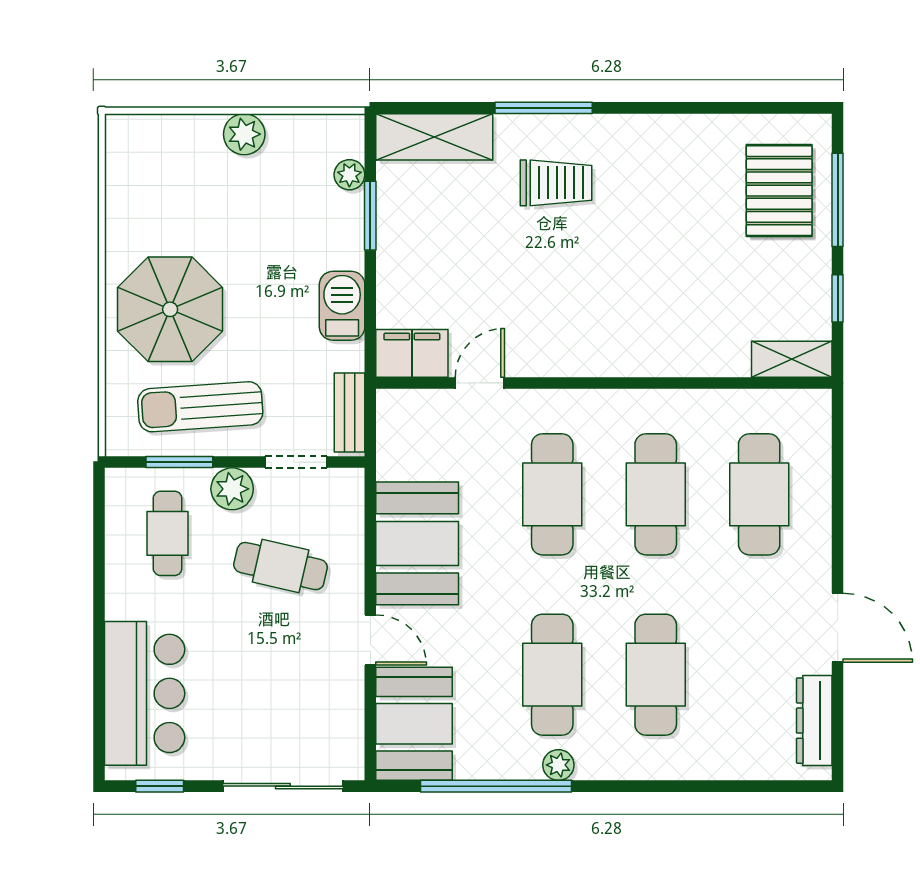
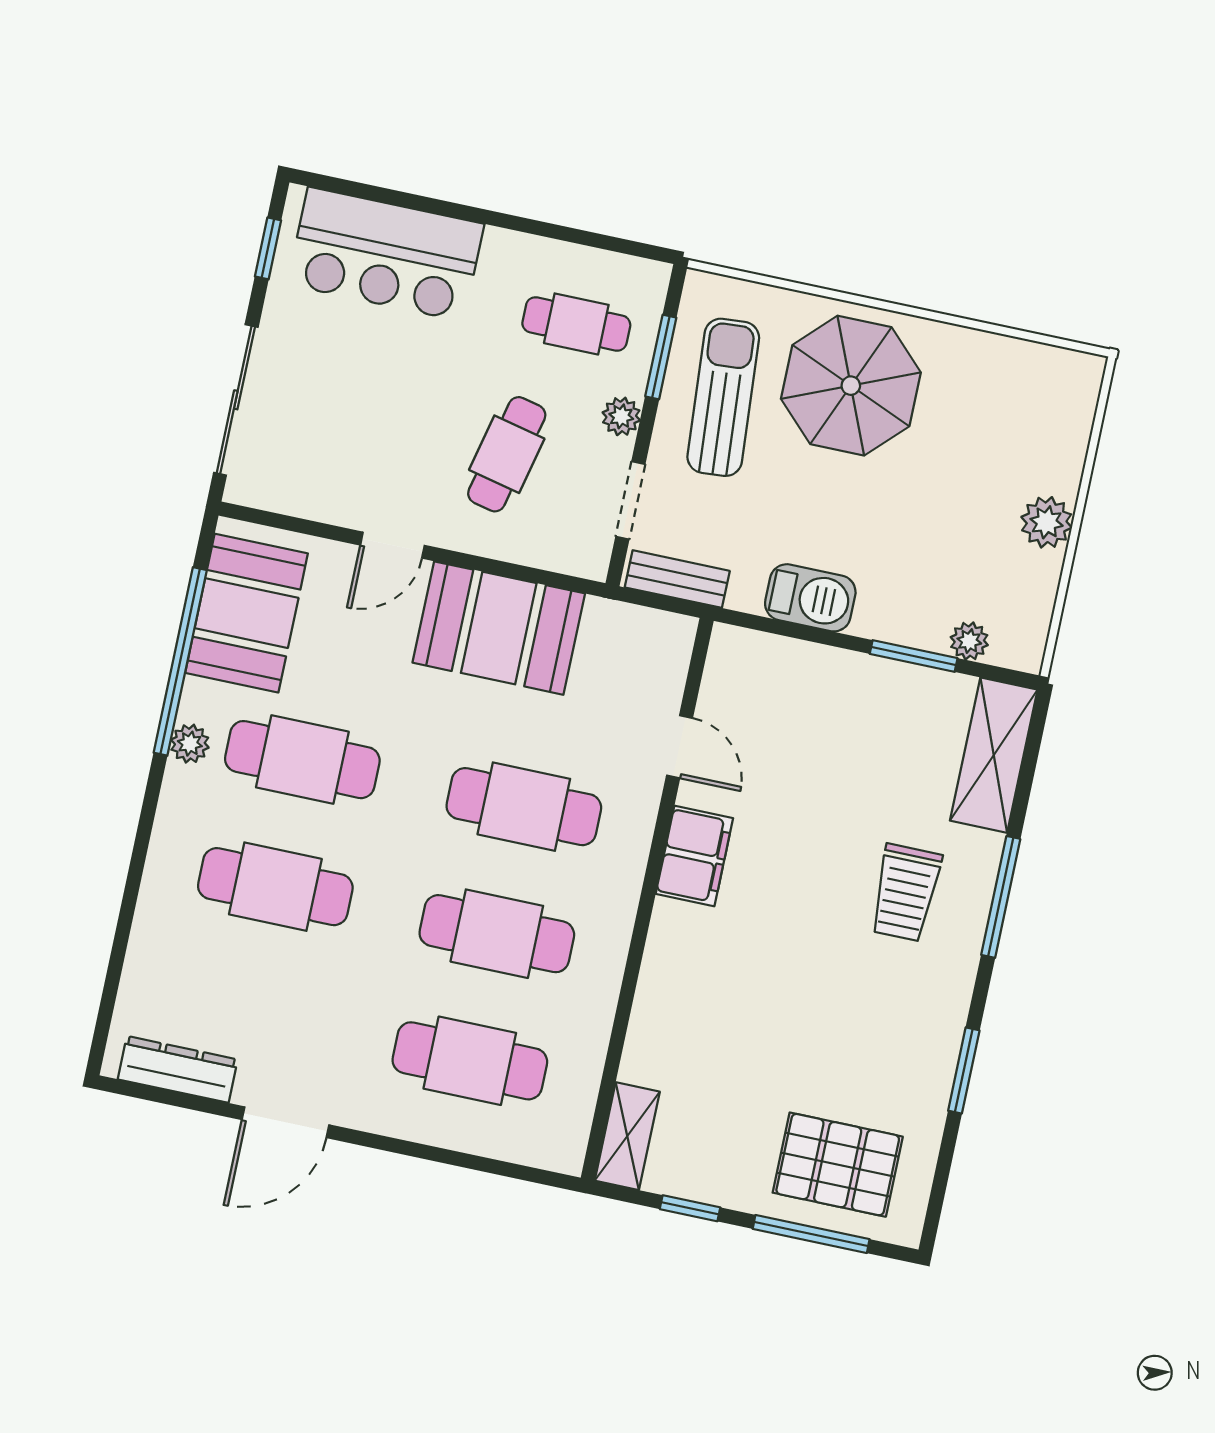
window: (685, 108) -> (964, 1070), added
filing cabinet: (412, 353) -> (694, 856), moved
plant: (232, 489) -> (621, 416), width x0.73, depth x0.73
booth: (414, 724) -> (247, 613), moved, turned 90

